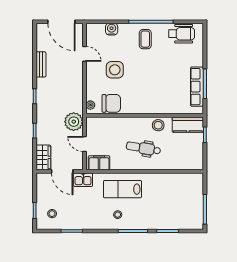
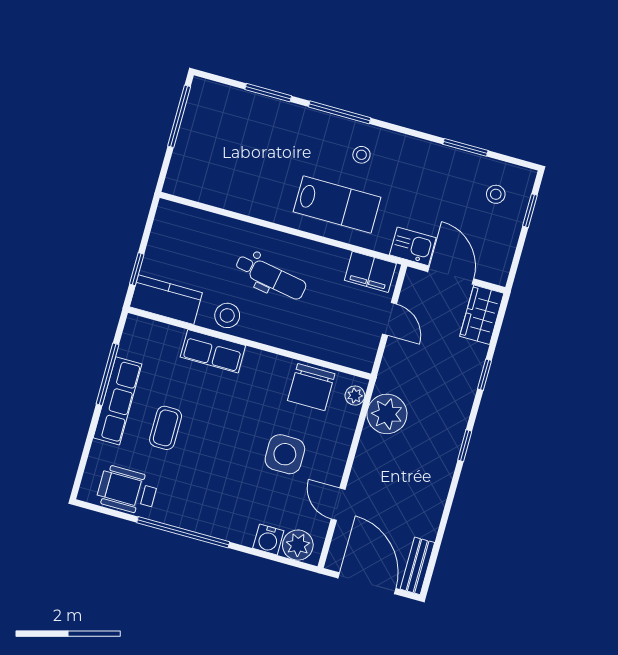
plant: (98, 30) -> (298, 545), added
coffee table: (145, 39) -> (166, 428), moved
bench: (41, 64) -> (417, 566), moved
row of seats: (197, 87) -> (118, 401), moved
chair: (111, 103) -> (311, 387), turned -90
row of seats: (160, 107) -> (213, 351), added
plant: (74, 122) -> (387, 414), moved

